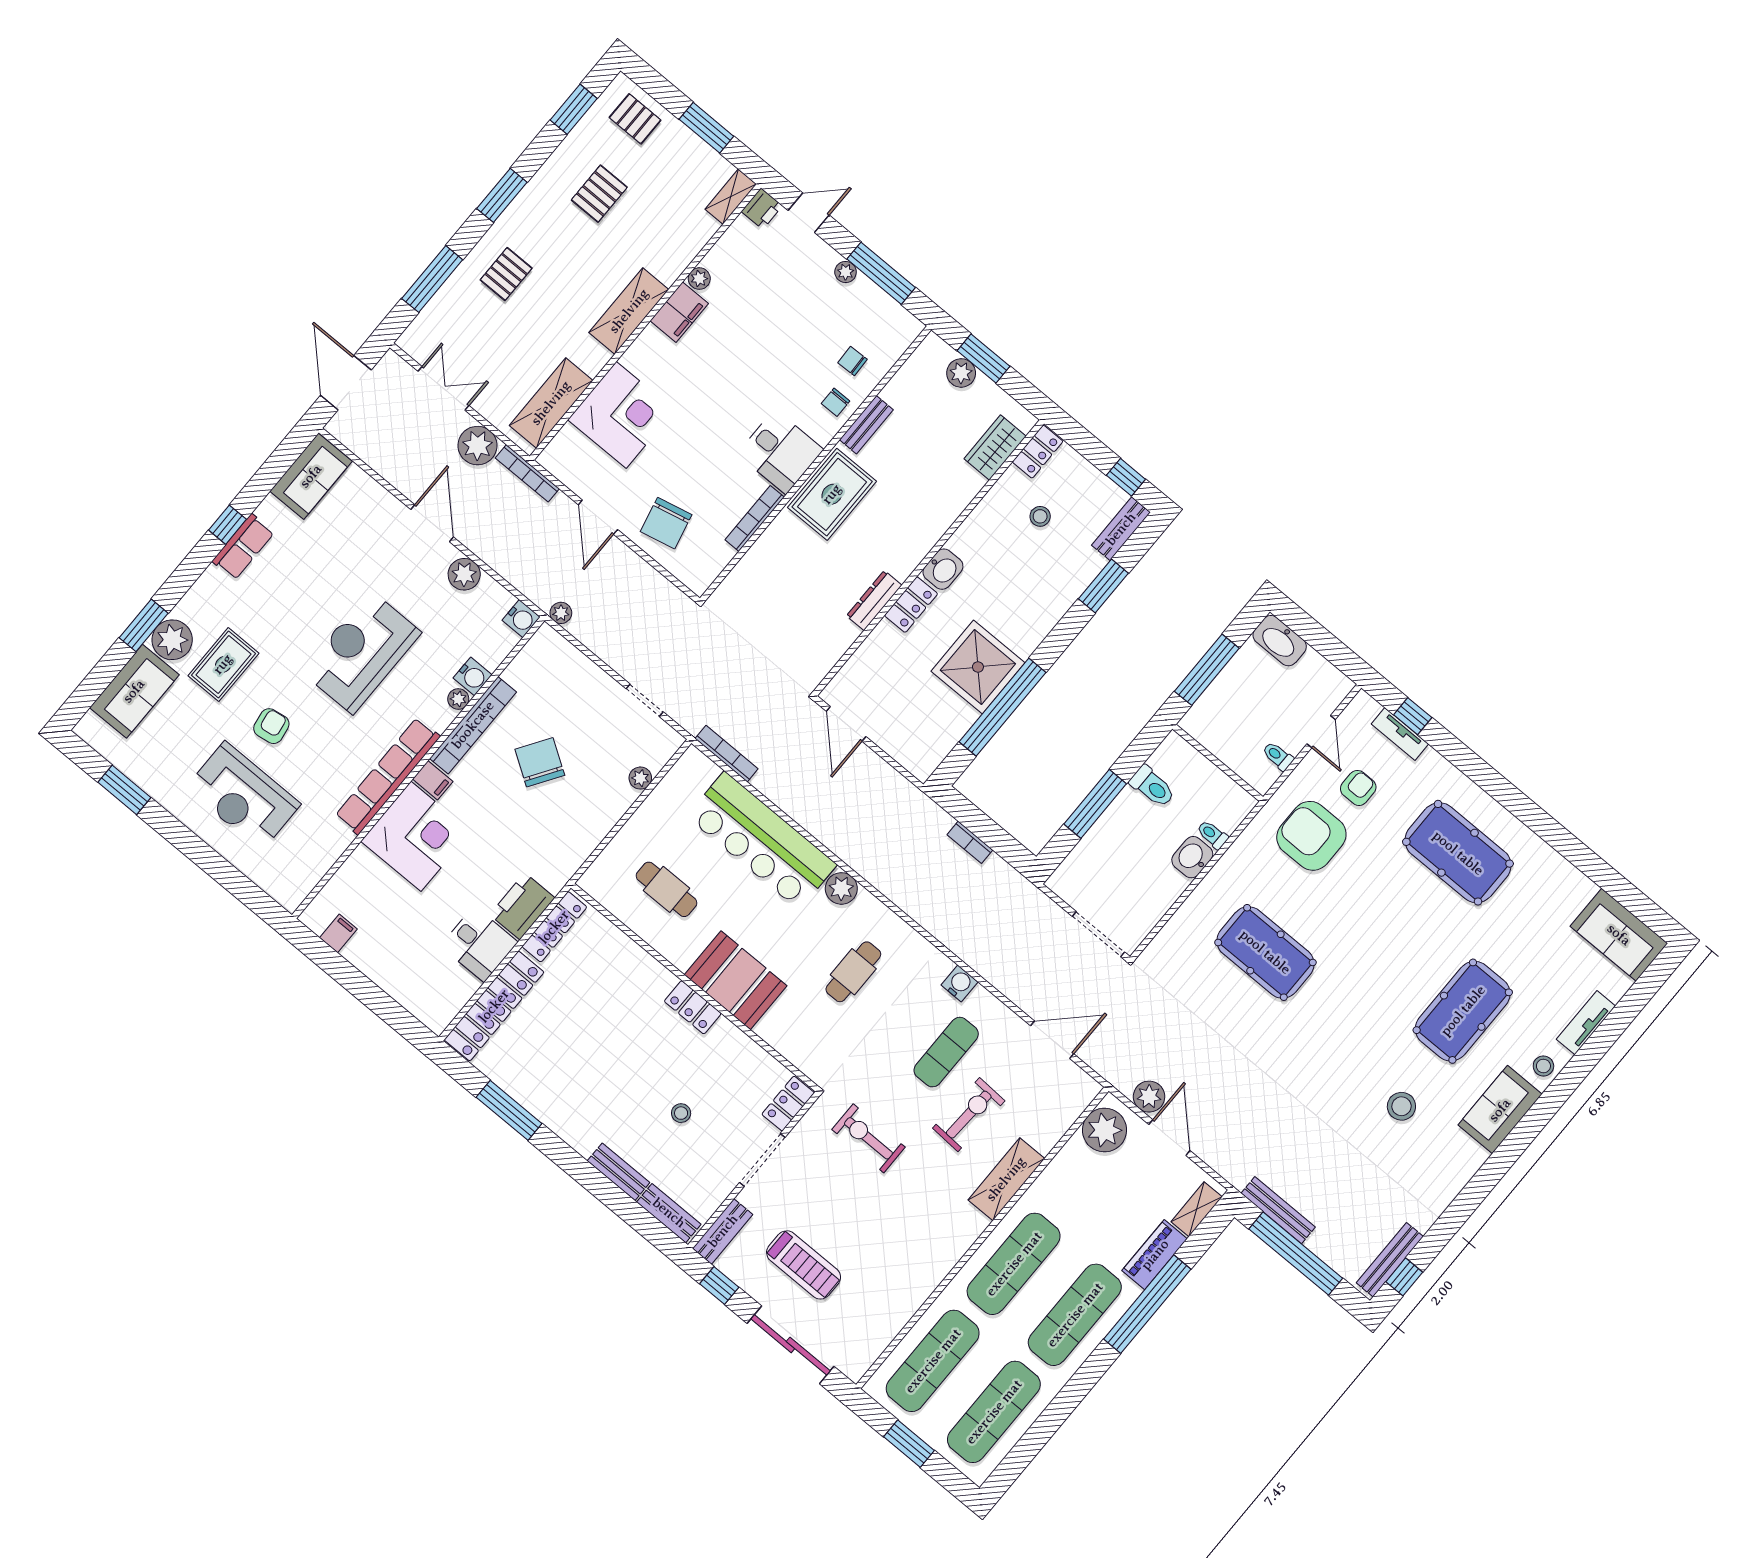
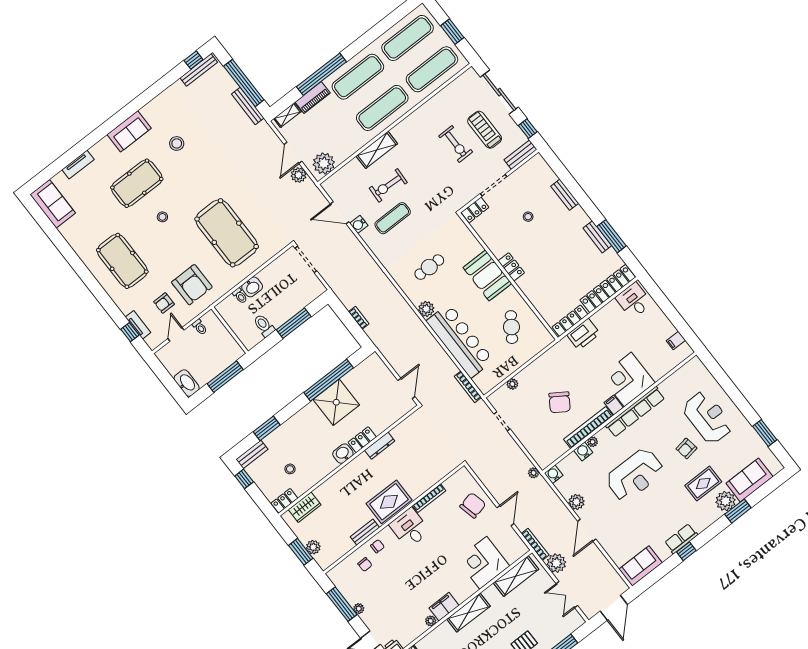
cafe table: (666, 889) -> (511, 327), turned 35
desk: (479, 944) -> (634, 301), moved
pool table: (1265, 952) -> (227, 233), width x1.36, depth x1.32
water cooler: (959, 983) -> (359, 224), moved
stool: (1543, 1066) -> (162, 217), moved
exercise bike: (868, 1138) -> (456, 144), moved
bench: (669, 1213) -> (597, 237), moved

